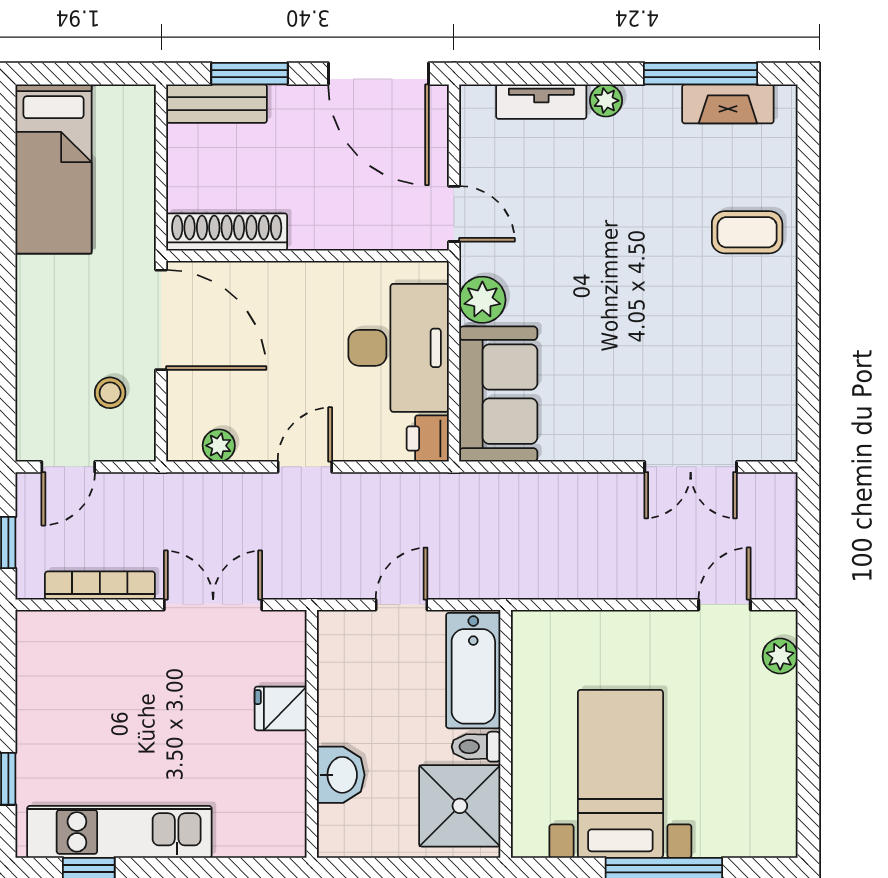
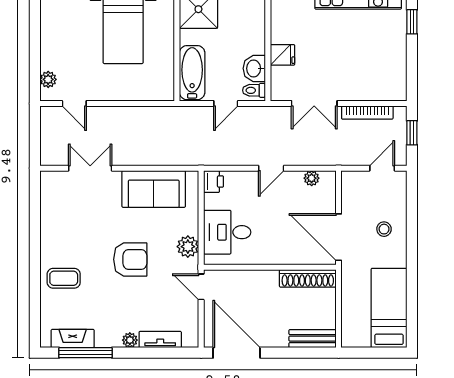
window: (250, 74) -> (297, 353), removed
armchair: (605, 272) -> (130, 259), added
desk: (399, 348) -> (227, 232), width x0.73
stool: (110, 393) -> (384, 229), moved
sofa: (498, 394) -> (154, 189), moved, turned -90
door: (724, 605) -> (74, 104), hinge flipped
toilet: (476, 747) -> (254, 90), moved, turned 180
washbasin: (341, 775) -> (254, 68), moved

